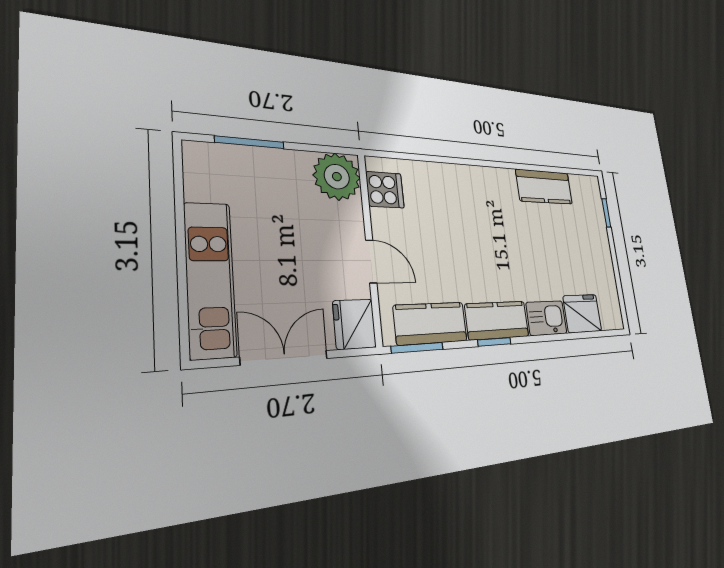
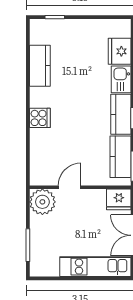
cooker: (385, 190) -> (40, 118), moved, turned 90
door: (371, 261) -> (70, 187), moved

